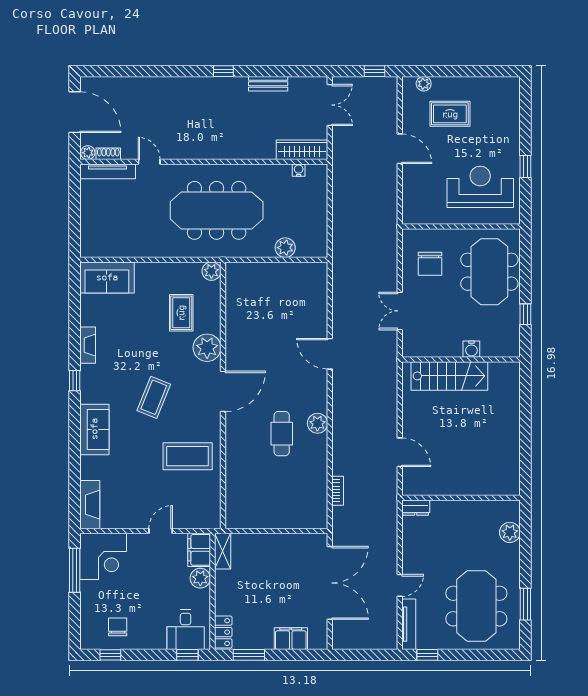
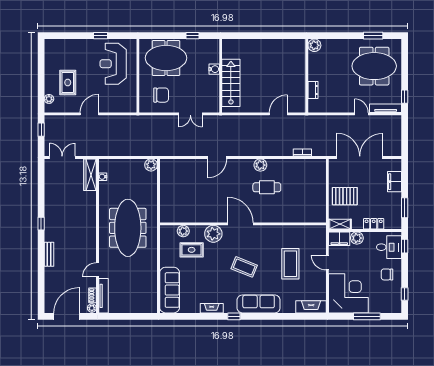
bench: (268, 84) -> (49, 254), moved
plant: (285, 248) -> (151, 165), moved
plant: (211, 271) -> (183, 231), moved
sofa: (107, 277) -> (170, 290), width x1.36
sofa: (94, 429) -> (259, 304), width x1.36
coffee table: (188, 456) -> (290, 264), moved
dresser: (416, 508) -> (313, 90), moved
plant: (510, 532) -> (314, 45), moved
corner desk: (103, 556) -> (348, 293), width x1.36, depth x1.36
pallet: (268, 559) -> (345, 196), added
window: (75, 570) -> (367, 316), moved
chair: (118, 627) -> (387, 274), moved
locker: (223, 632) -> (374, 224), moved

